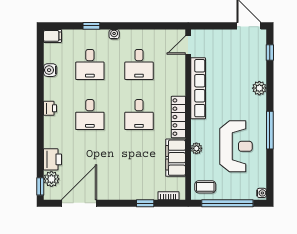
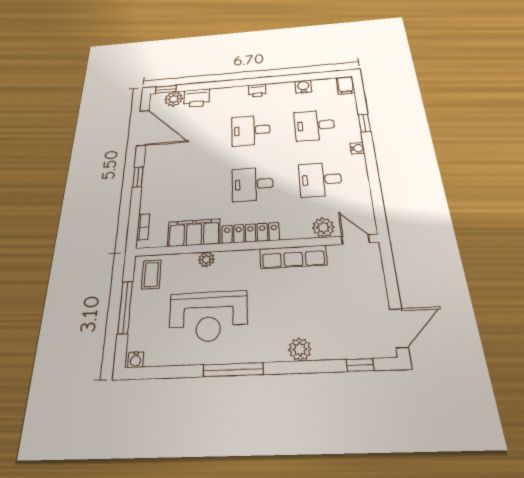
plant: (178, 66) -> (323, 227), added
row of seats: (198, 88) -> (293, 257), width x0.73
window: (145, 203) -> (138, 177), moved
window: (227, 203) -> (125, 307), width x0.68

